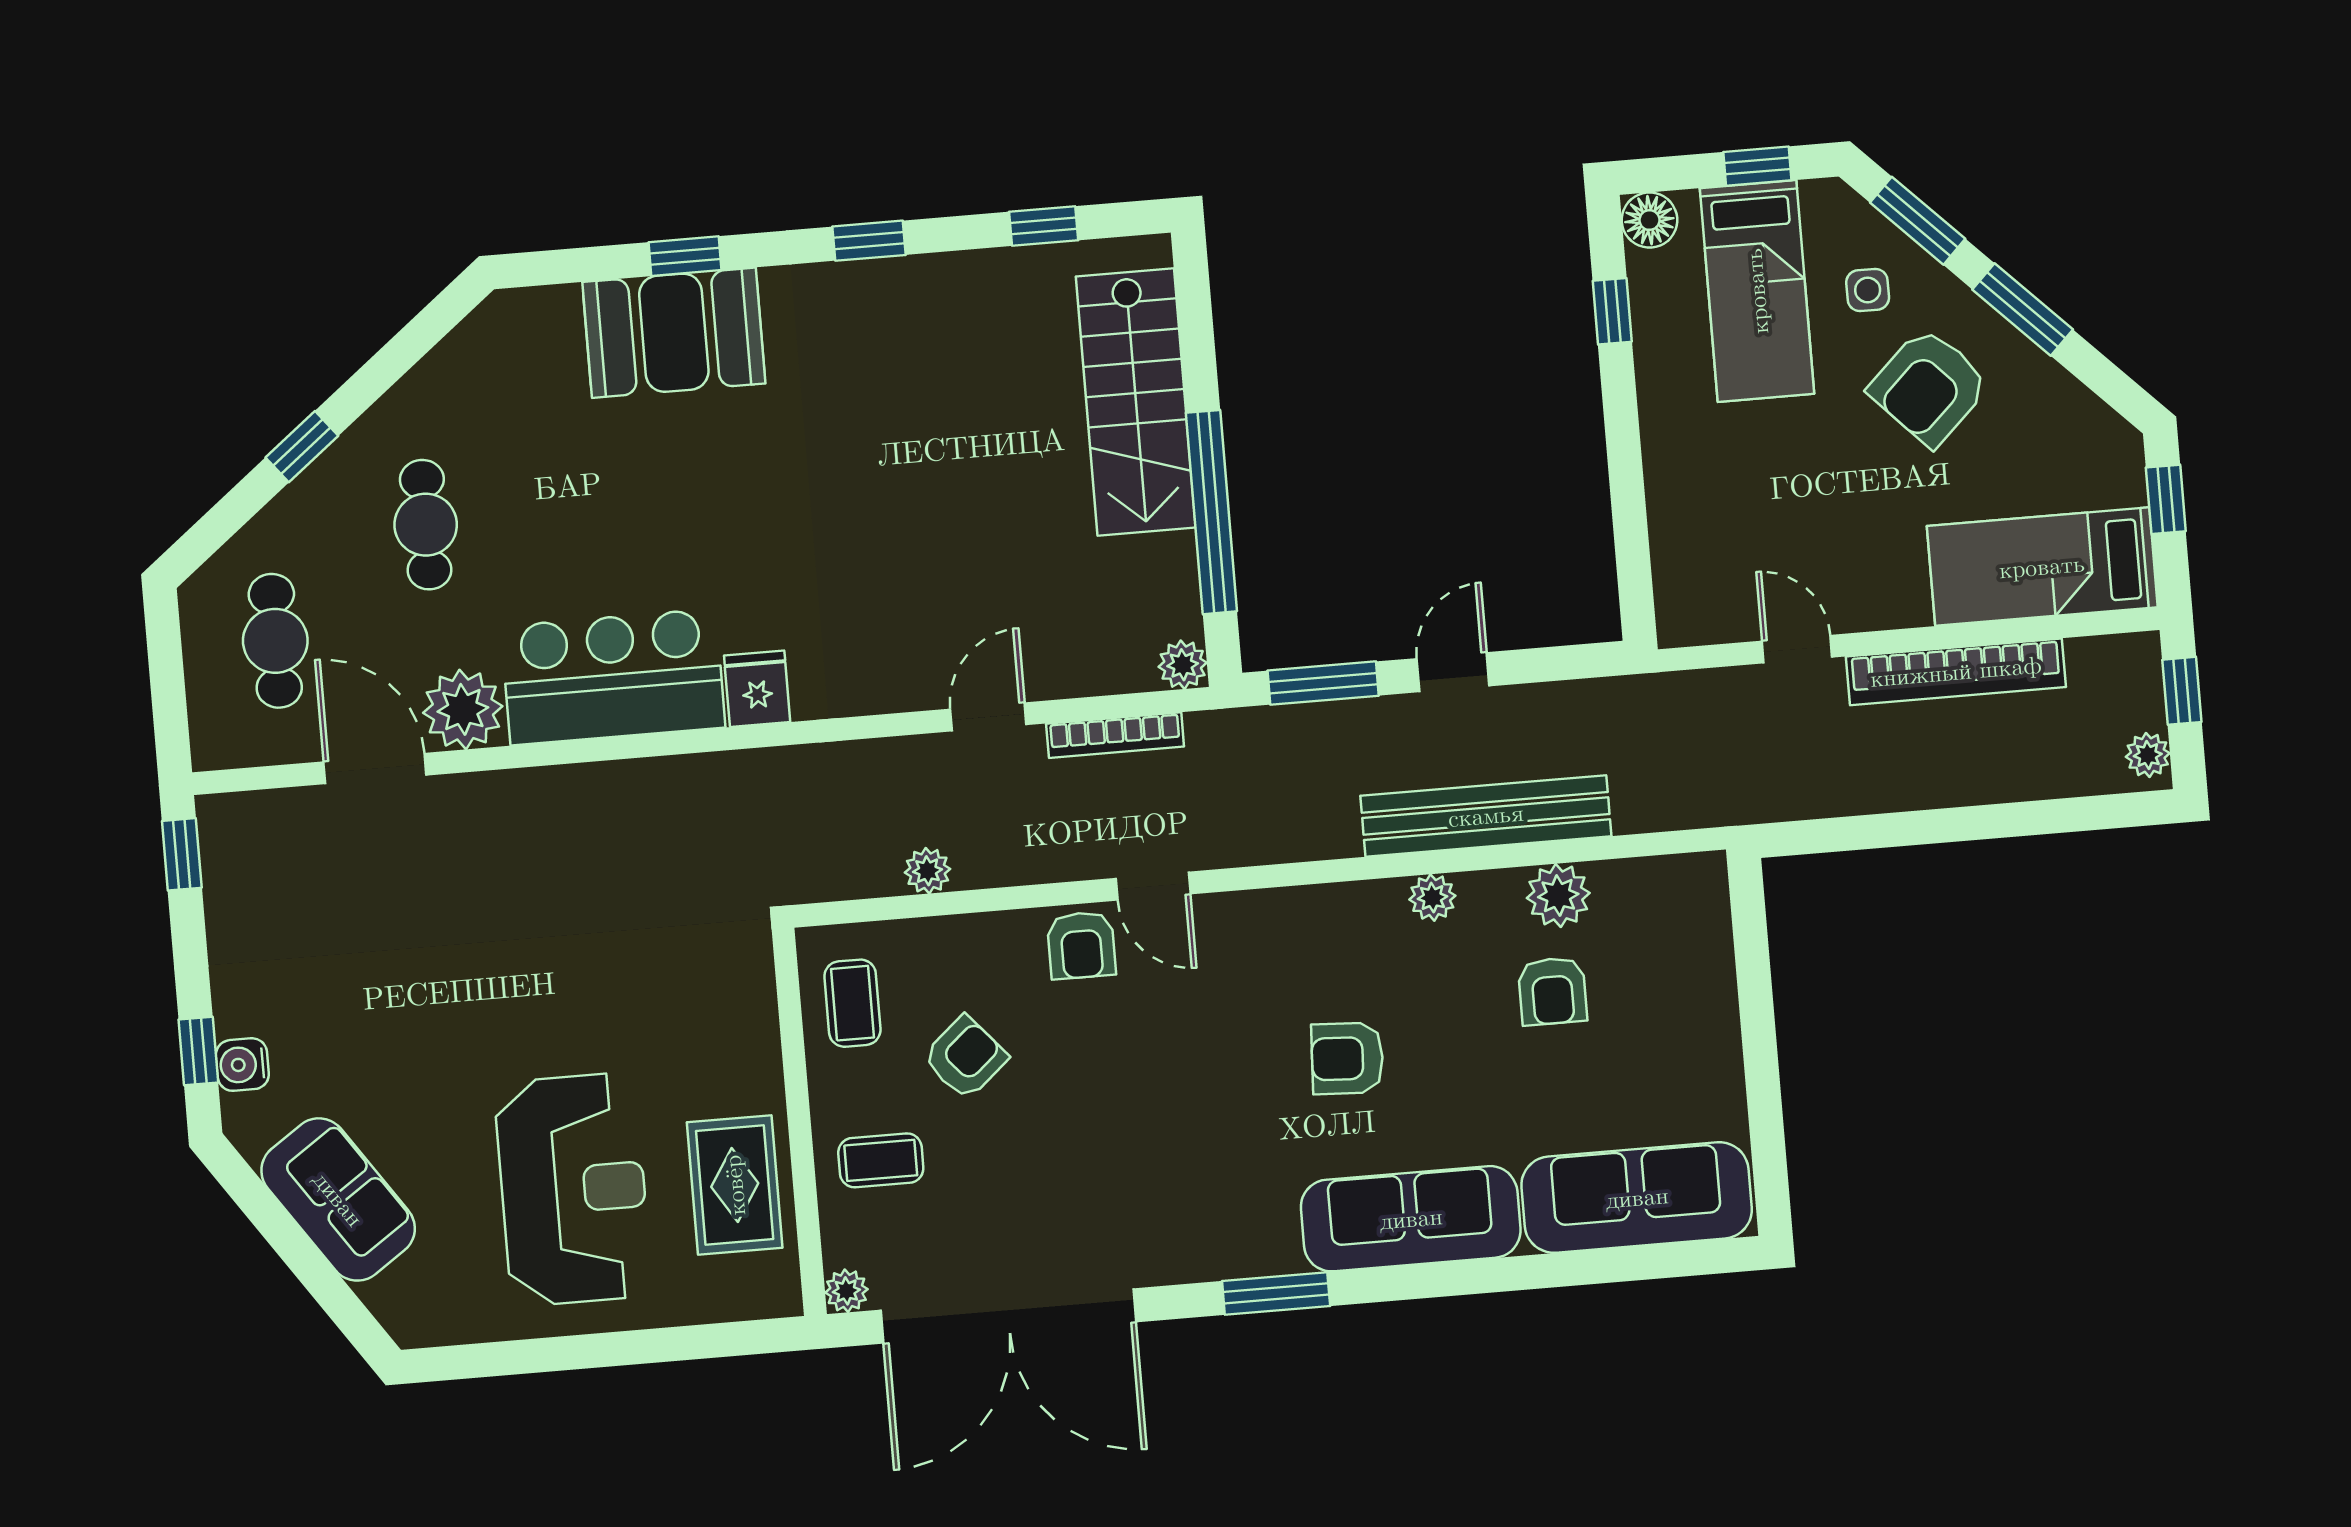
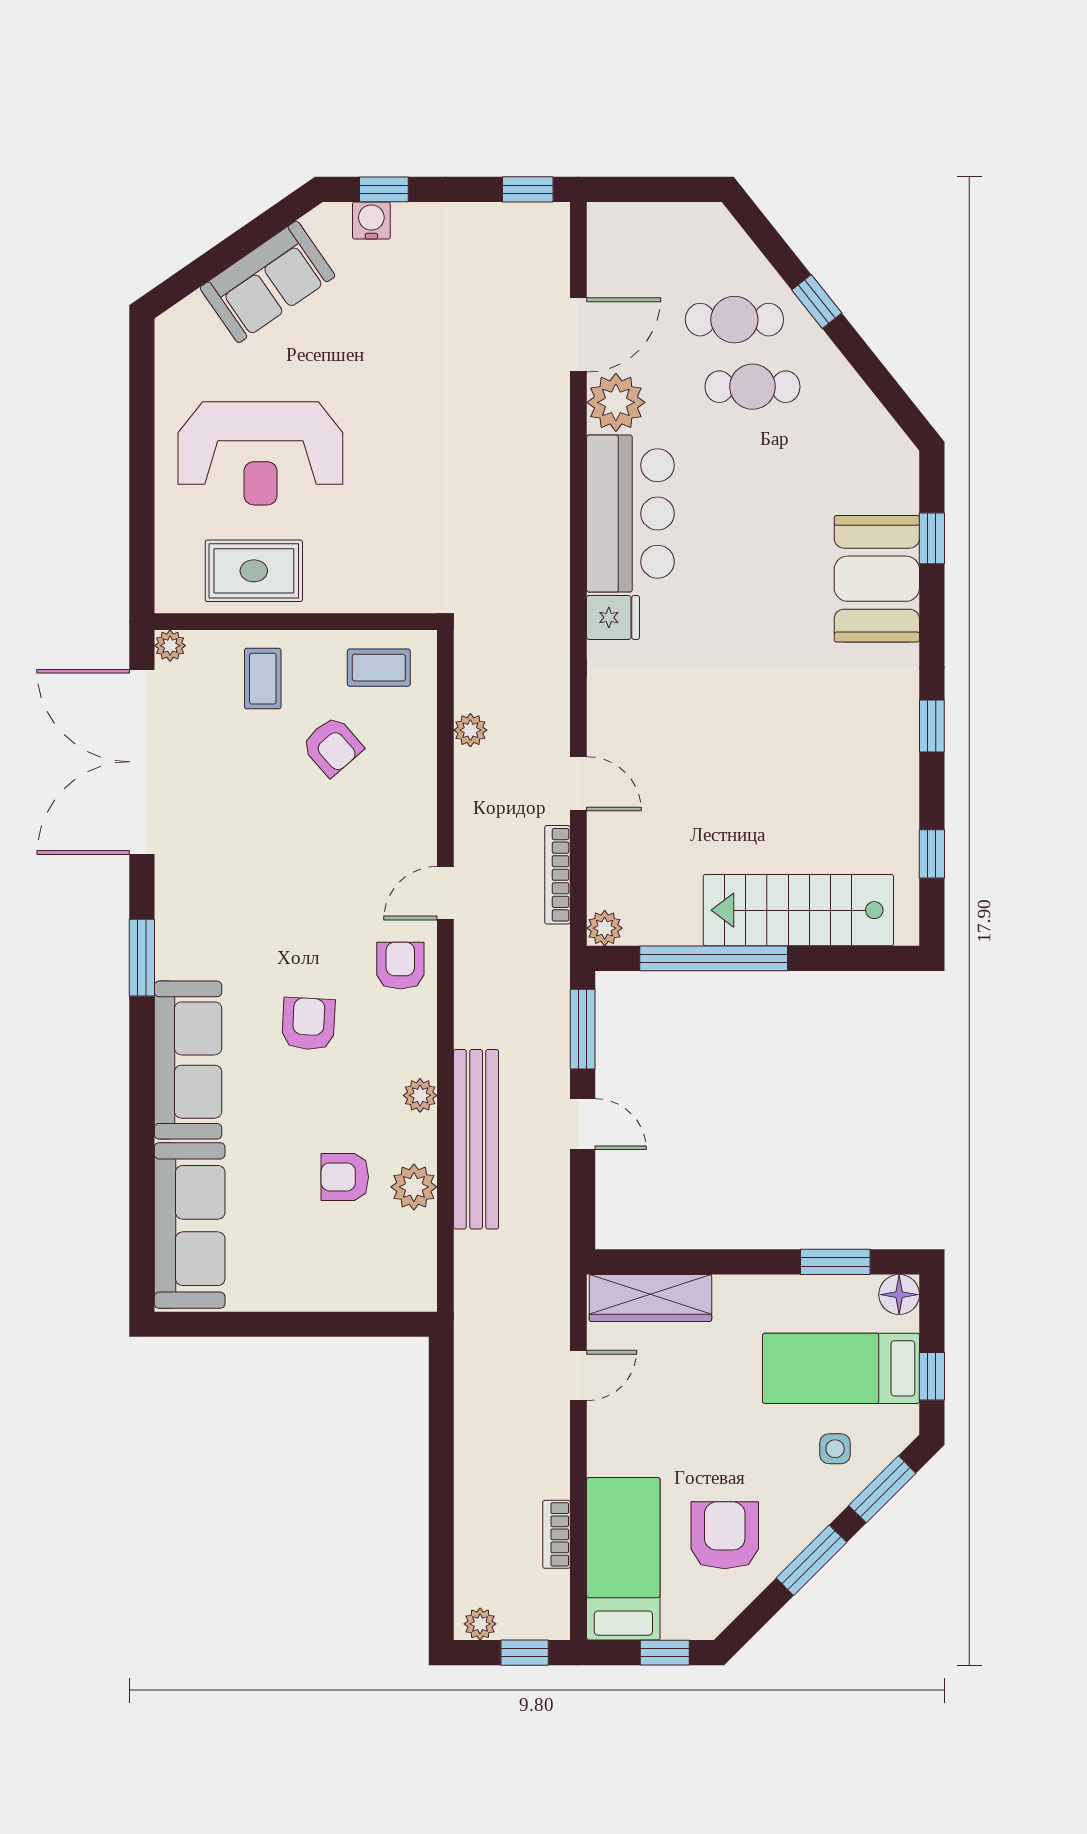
window: (685, 256) -> (932, 538), moved
window: (1612, 311) -> (835, 1262), width x1.50
armchair: (1929, 387) -> (725, 1535), moved, turned 44
wardrobe: (1683, 560) -> (650, 1298), added
cafe table: (275, 641) -> (734, 320), moved
bookcase: (1956, 672) -> (556, 1534), width x0.43, depth x0.76
armchair: (1081, 945) -> (400, 966), moved, turned 90

